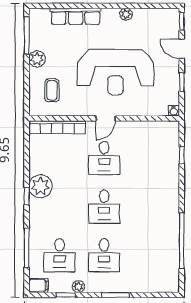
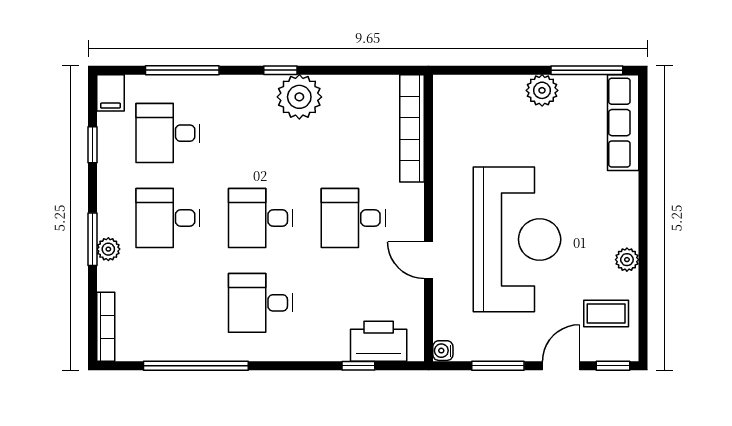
row of seats: (76, 16) -> (623, 123), moved
reception desk: (115, 72) -> (517, 239), turned 180
window: (182, 82) -> (498, 366), width x1.50
coffee table: (52, 90) -> (606, 314), moved
door: (106, 118) -> (429, 260), moved
printer: (169, 145) -> (379, 341), added
desk: (149, 207) -> (261, 303), added
plant: (78, 287) -> (108, 249), moved
bookcase: (161, 288) -> (106, 327), added

